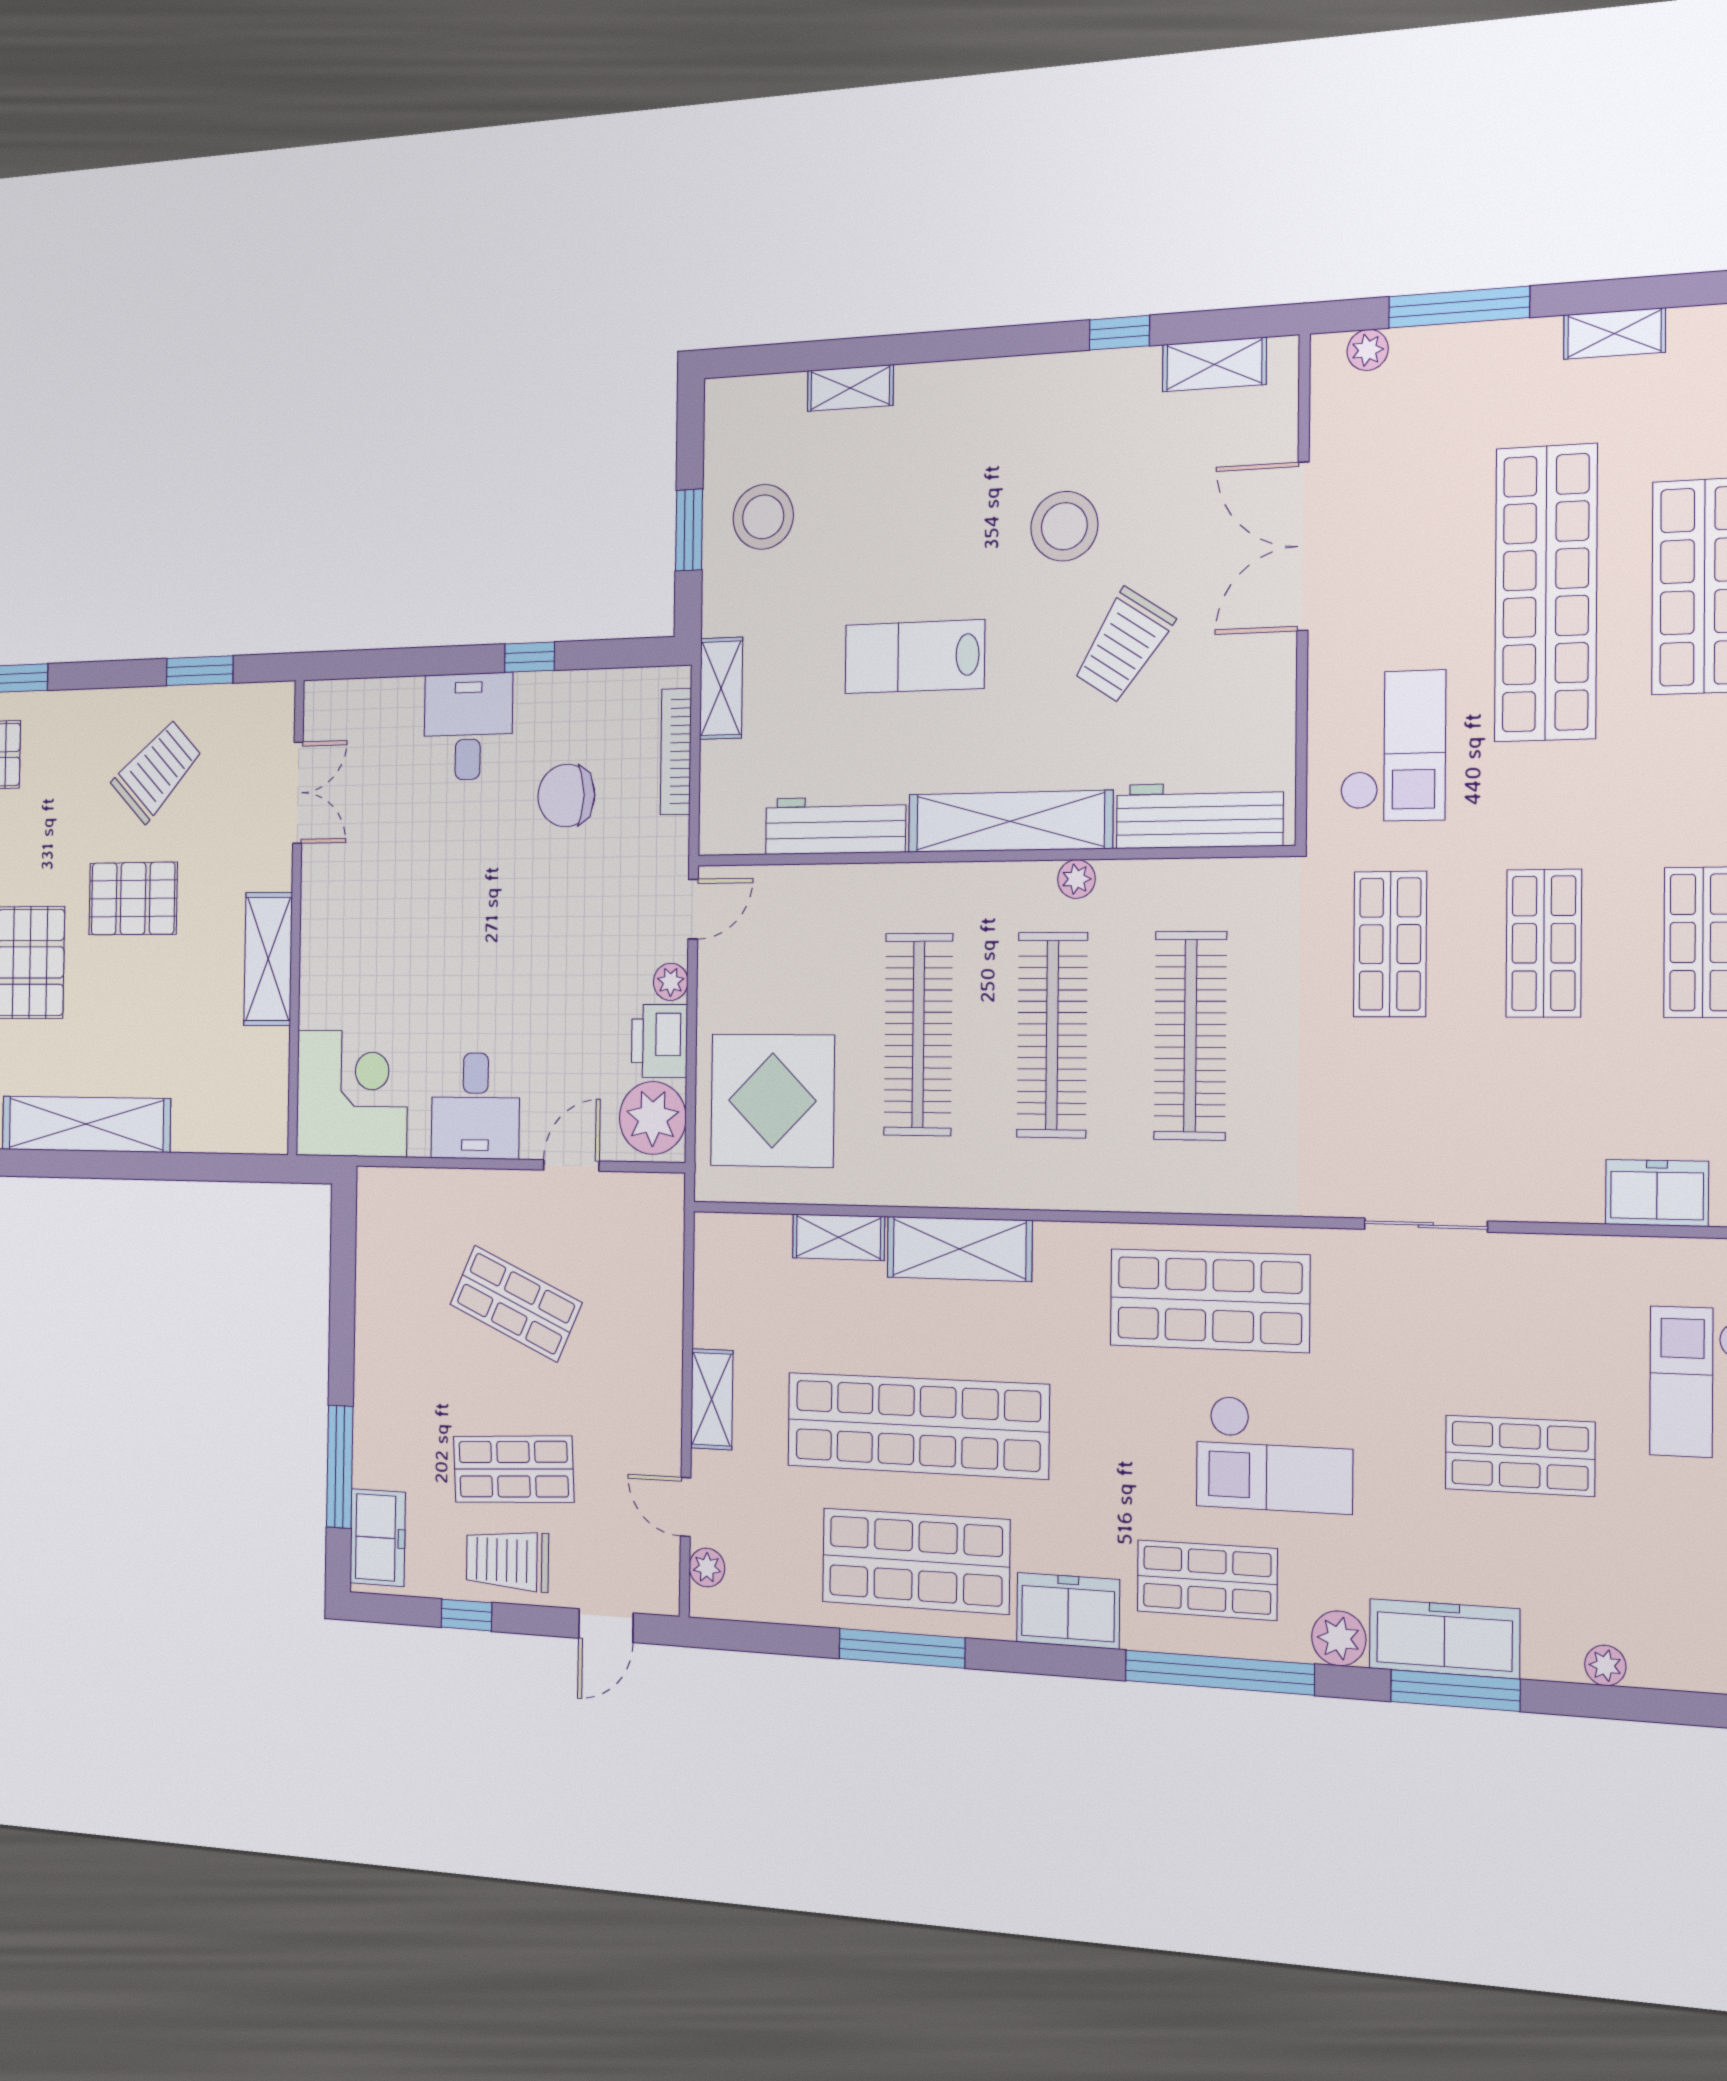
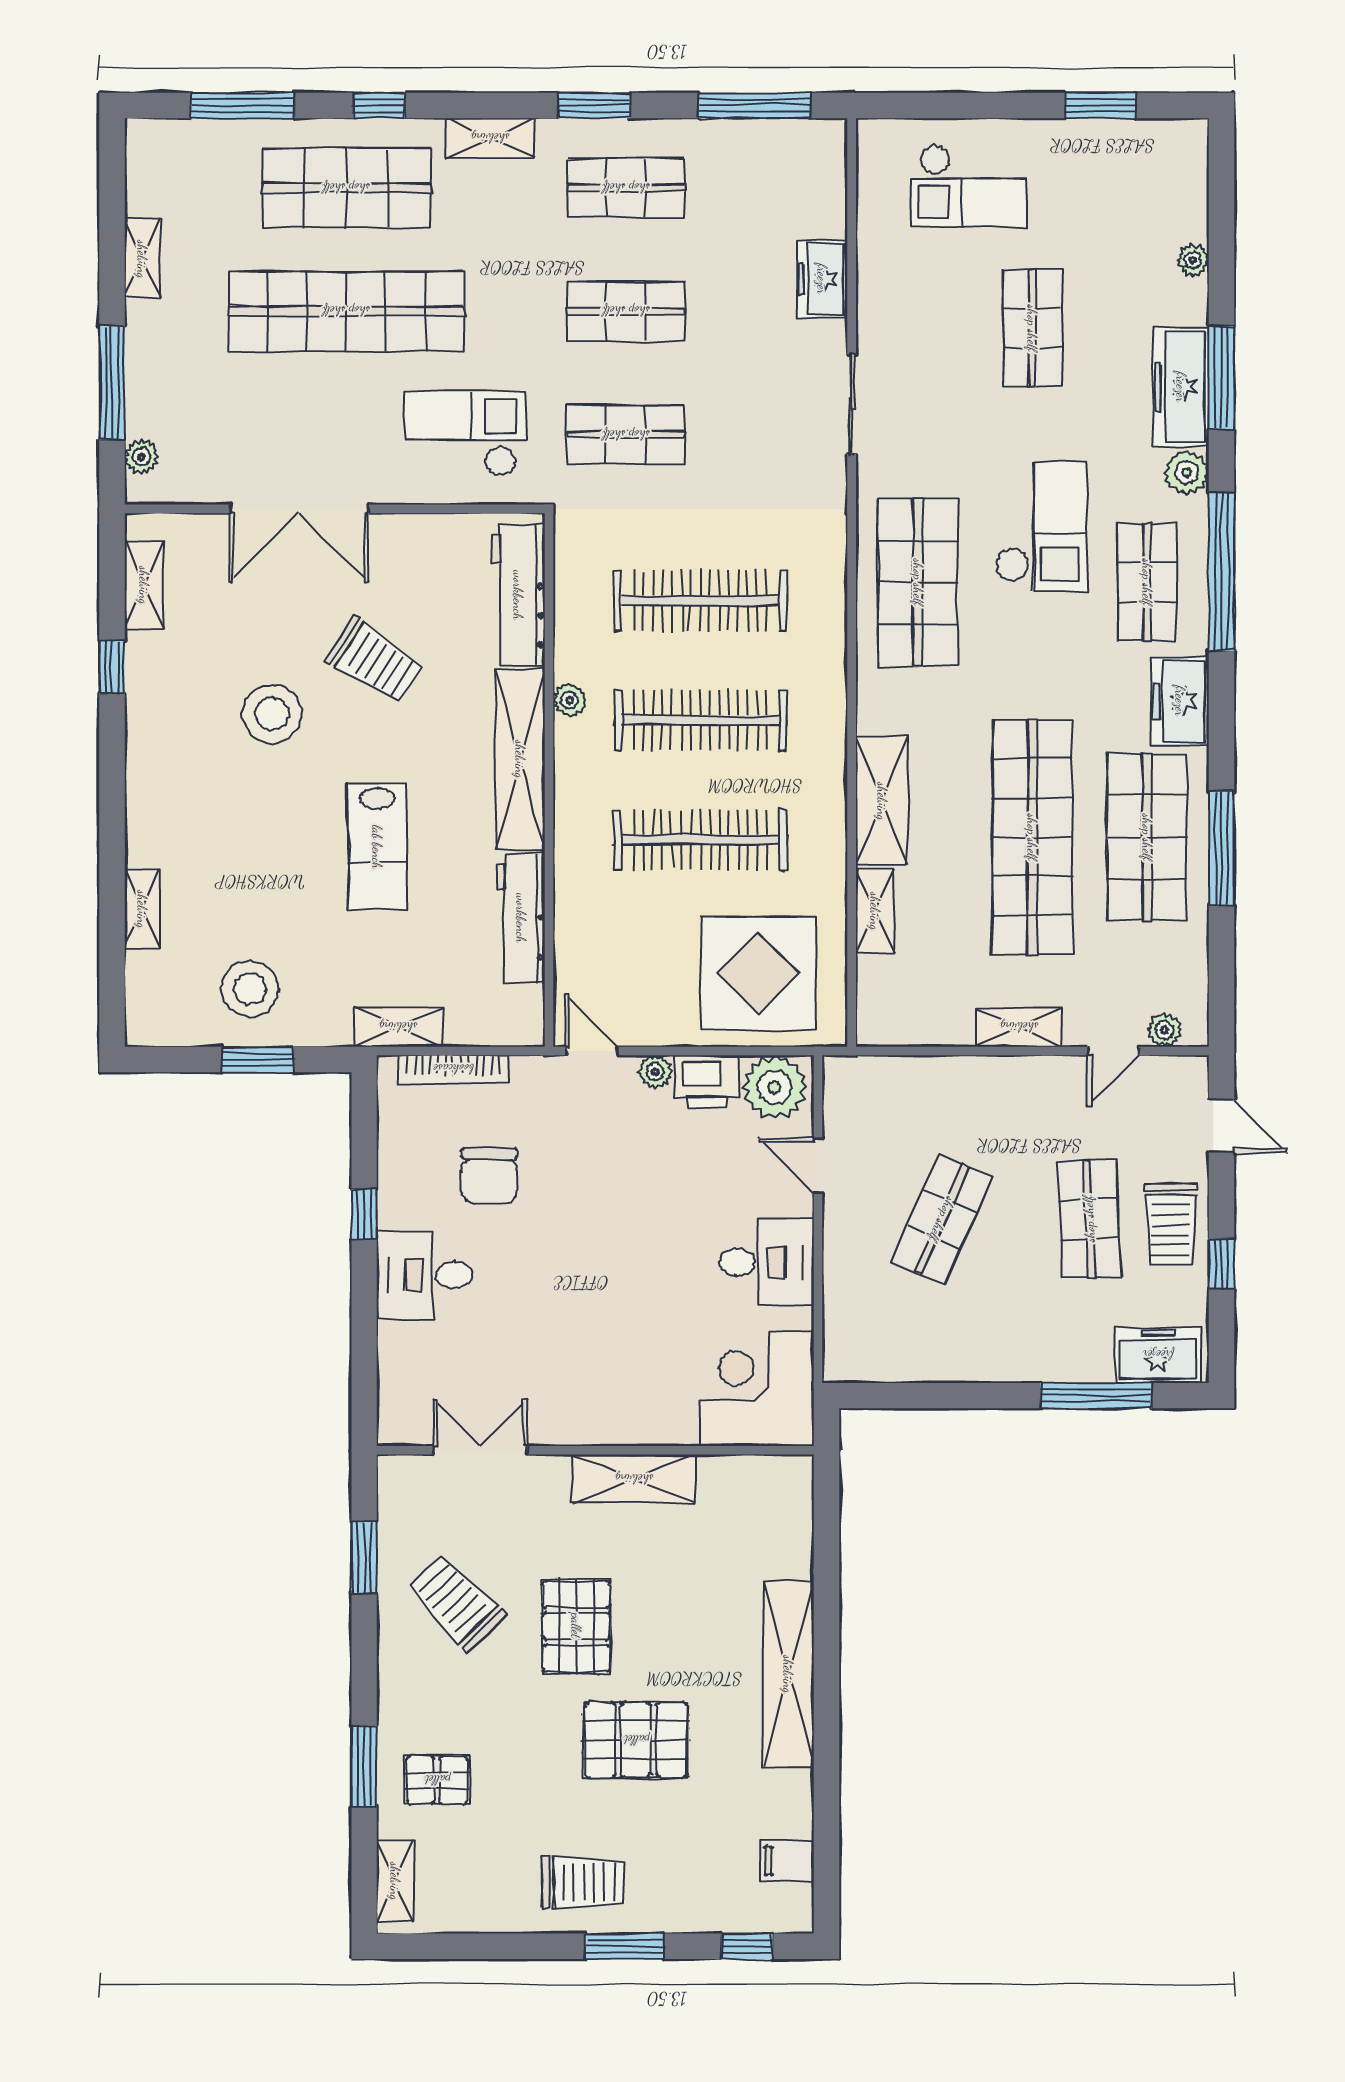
freezer: (1657, 1193) -> (822, 279), moved

